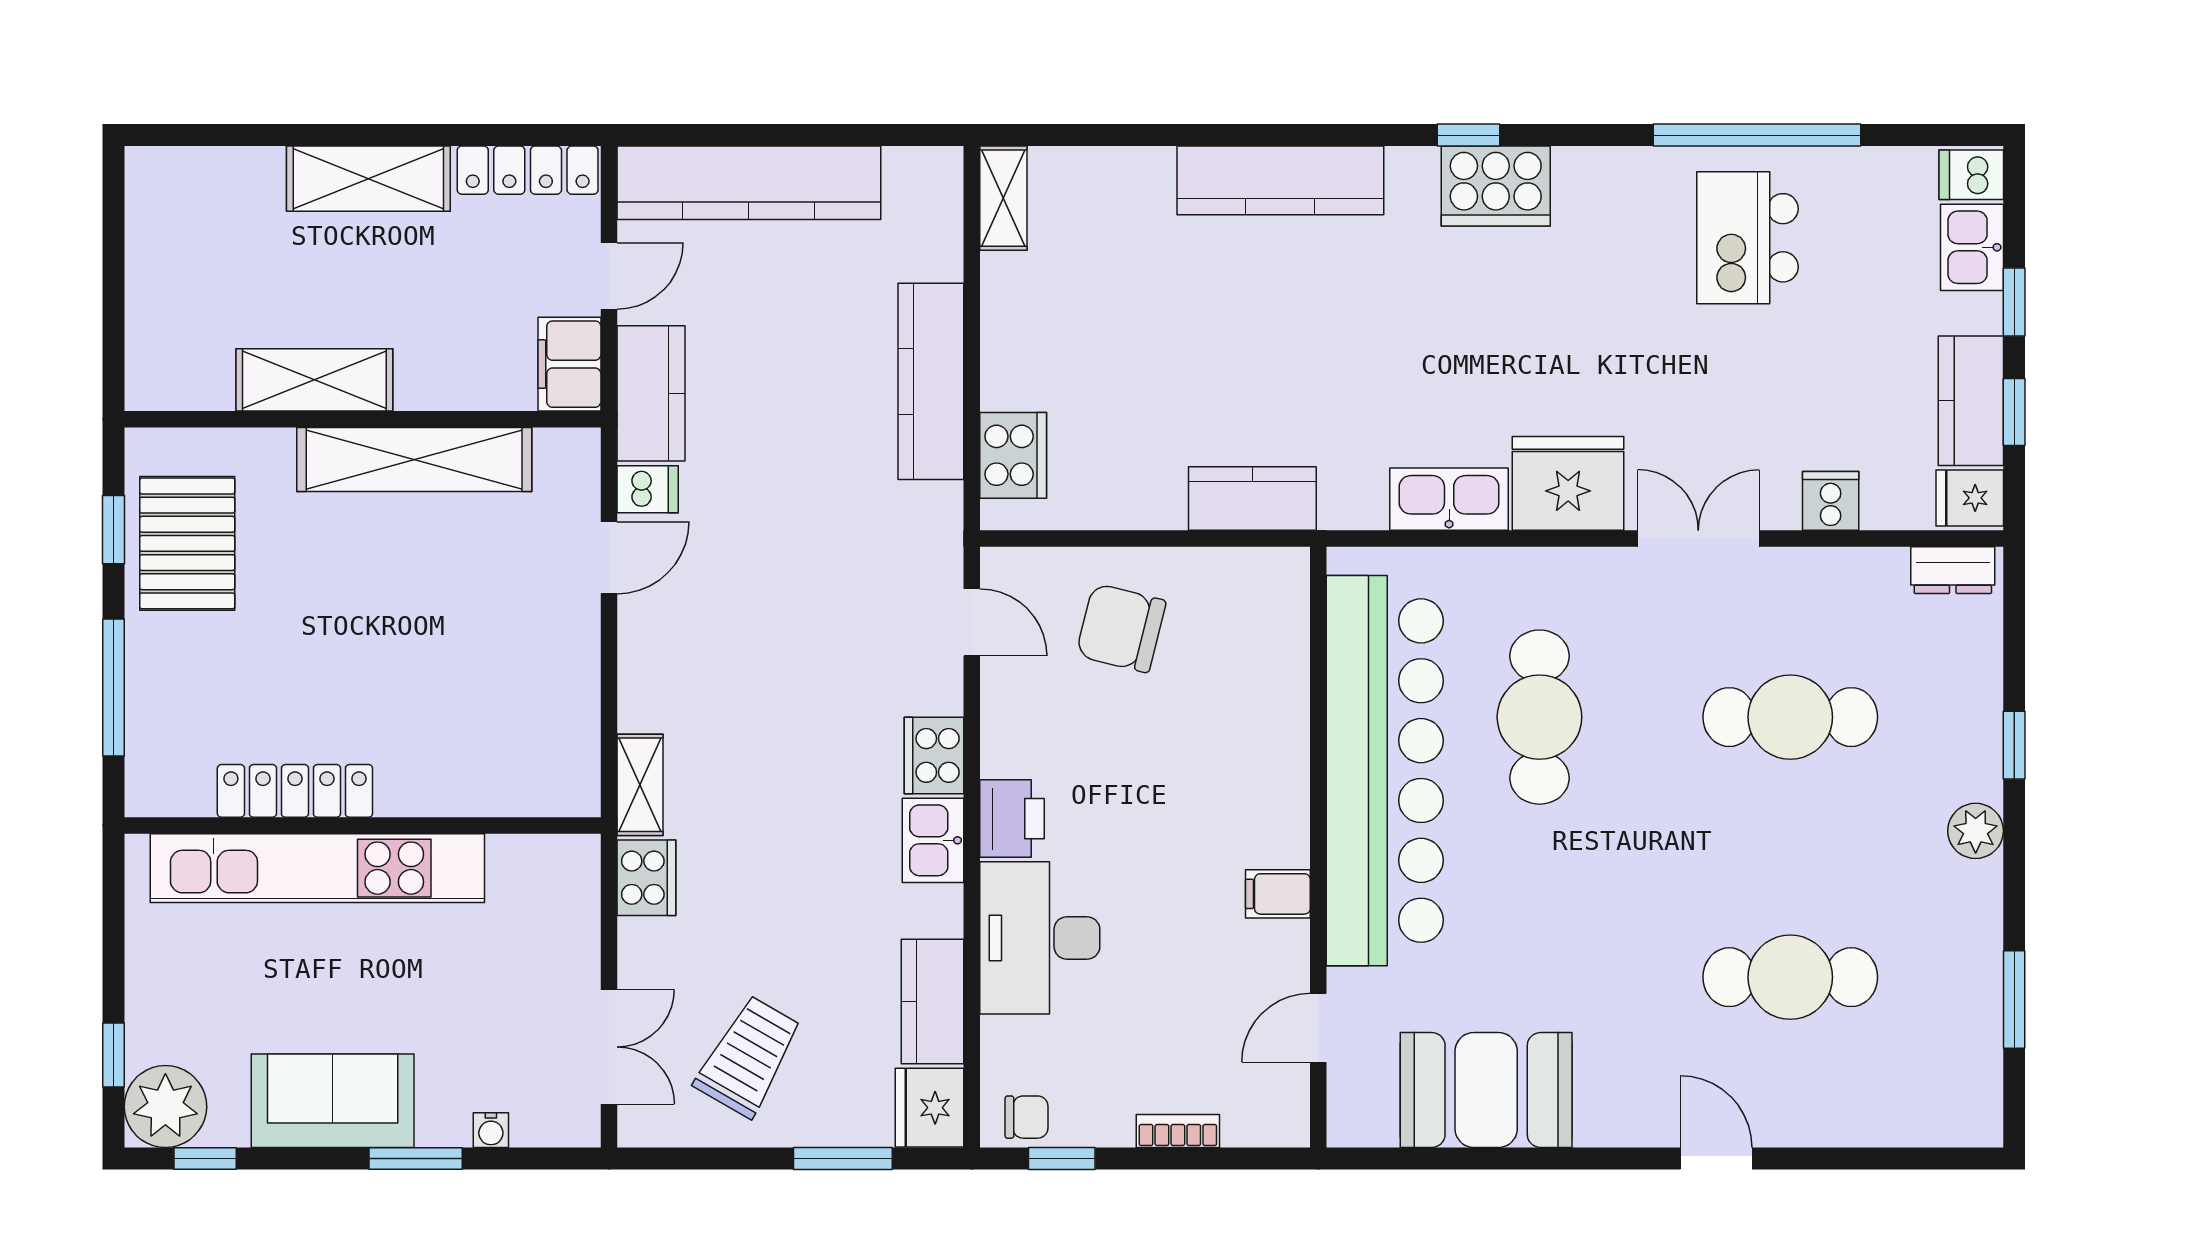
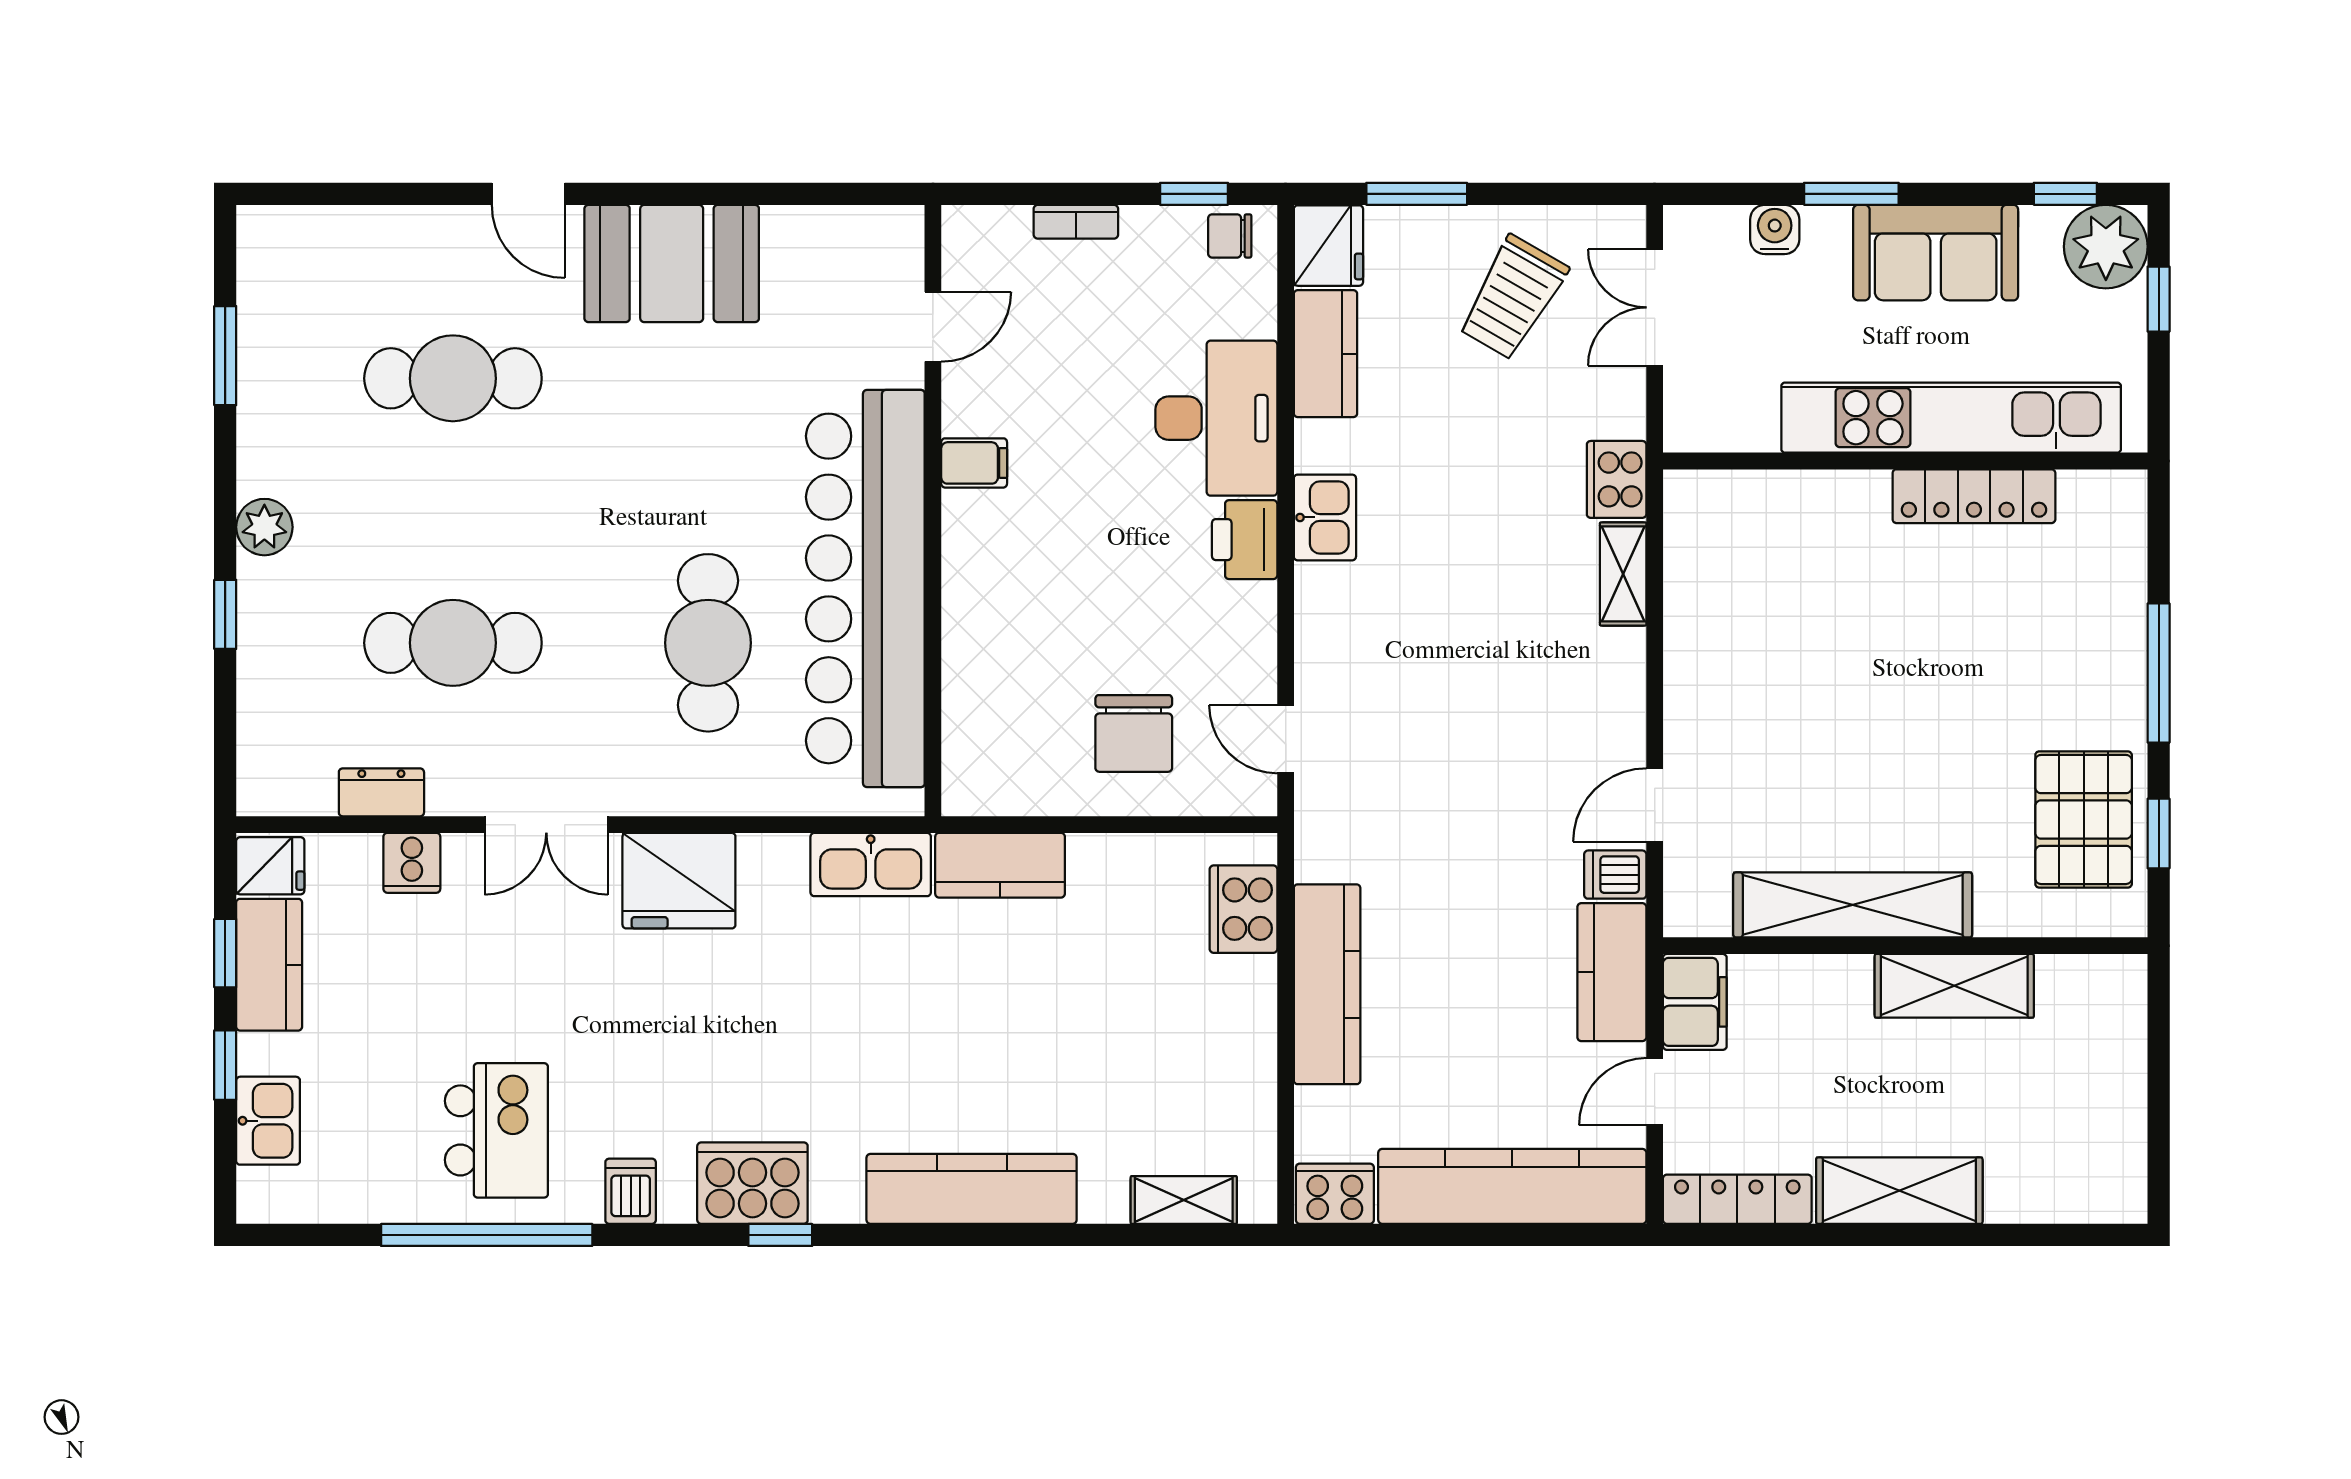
dishwasher: (1971, 175) -> (631, 1191), moved, turned -90
shelving: (1003, 198) -> (1184, 1200), moved, turned 90
kitchen sink: (1449, 499) -> (871, 865), moved
dresser: (1953, 570) -> (381, 792), moved
chair: (1121, 628) -> (1134, 733), turned 76
cooker: (934, 755) -> (1335, 1194), moved, turned -90
locker: (295, 791) -> (1974, 496), moved
wall: (363, 825) -> (1905, 461), moved
kitchen unit: (317, 868) -> (1951, 418), moved
booth: (1486, 1090) -> (672, 263), moved
water cooler: (491, 1130) -> (1775, 229), width x1.38, depth x1.38

